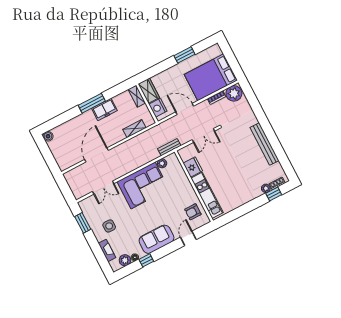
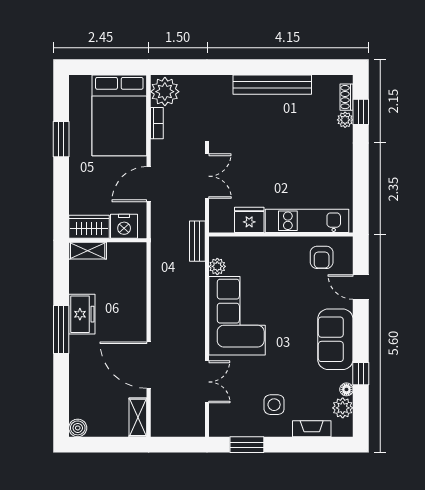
shelving: (134, 129) -> (138, 417), moved

